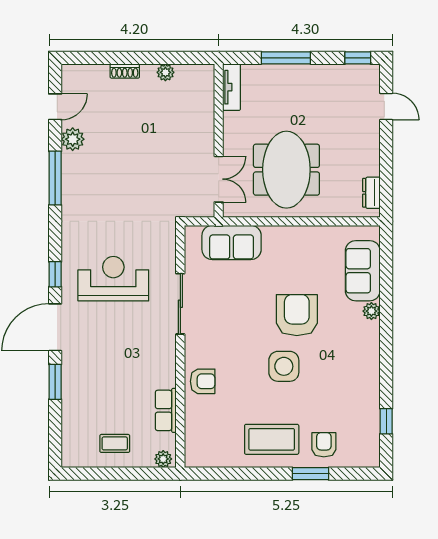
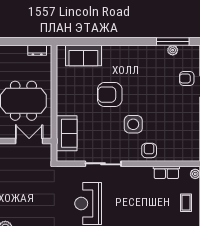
plant: (371, 311) -> (173, 50), moved
side table: (284, 366) -> (133, 124), moved
window: (386, 421) -> (173, 42), width x2.17
coffee table: (272, 439) -> (184, 109), removed

